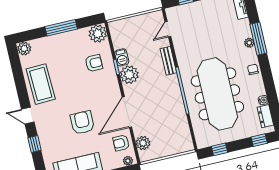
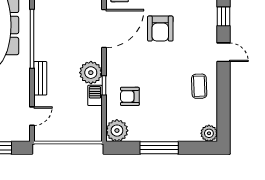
coffee table: (41, 84) -> (199, 86), width x0.54, depth x0.58

